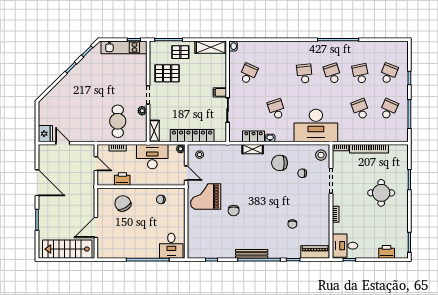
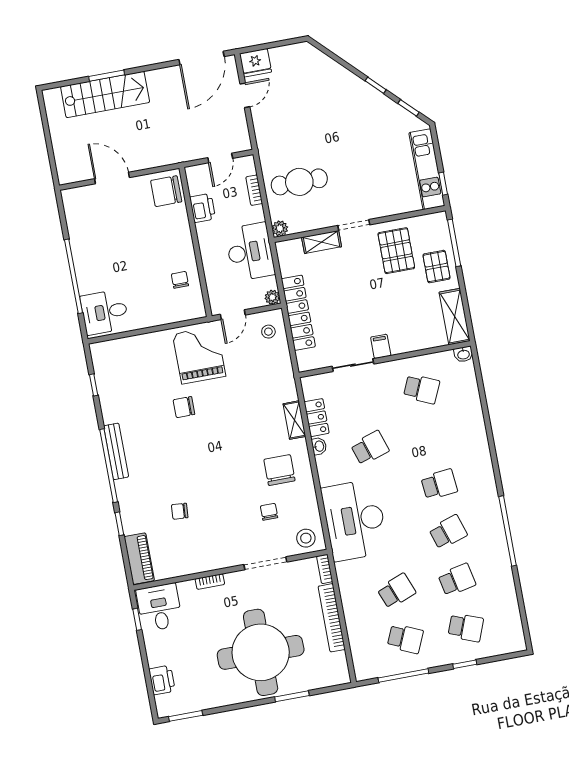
plant: (142, 111) -> (280, 228), moved
shelving: (154, 131) -> (322, 242), moved
door: (37, 183) -> (201, 58), moved
round table: (381, 193) -> (261, 652), width x1.86, depth x1.86
chair: (123, 203) -> (166, 191), moved, turned -150
stairs: (67, 249) -> (105, 94), moved, turned 90

